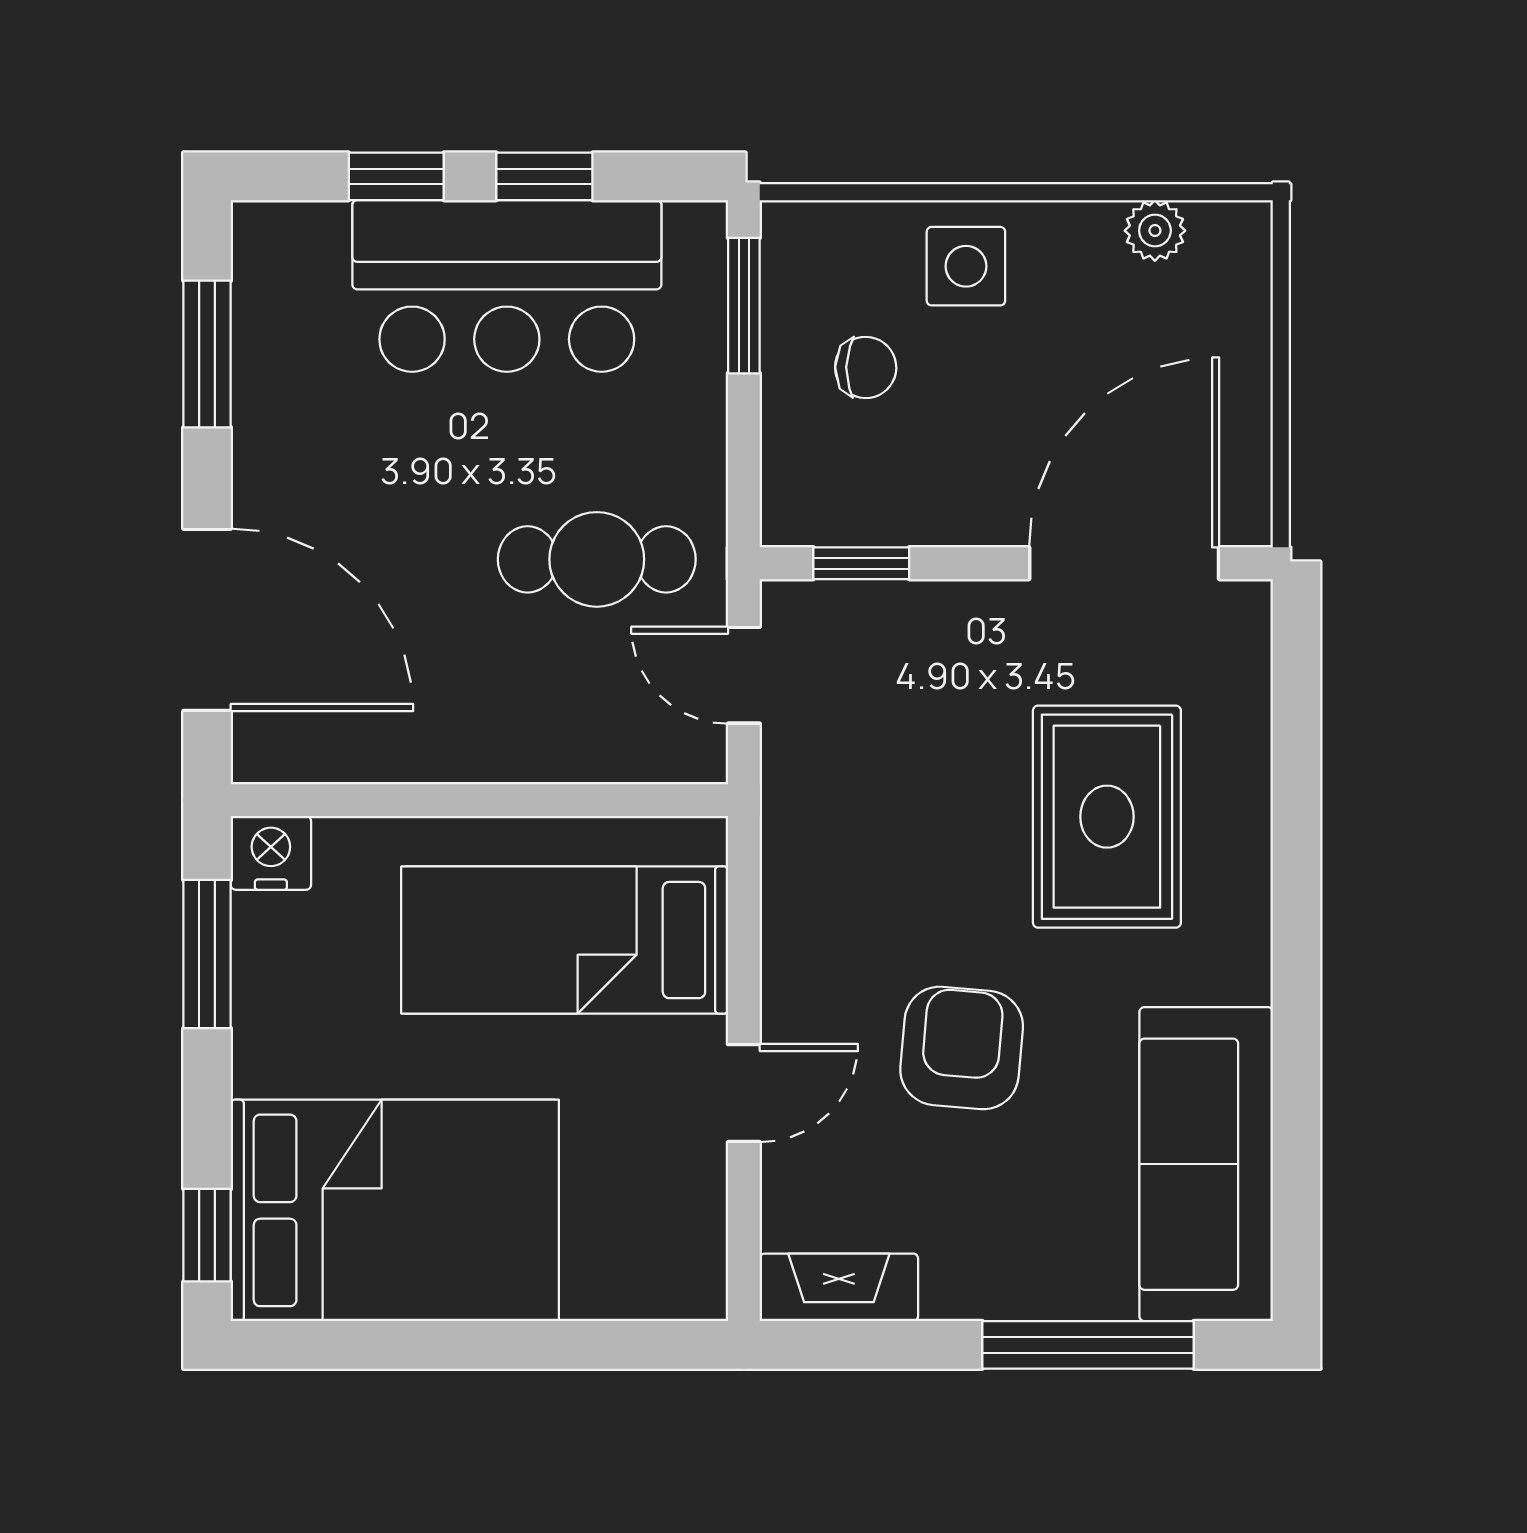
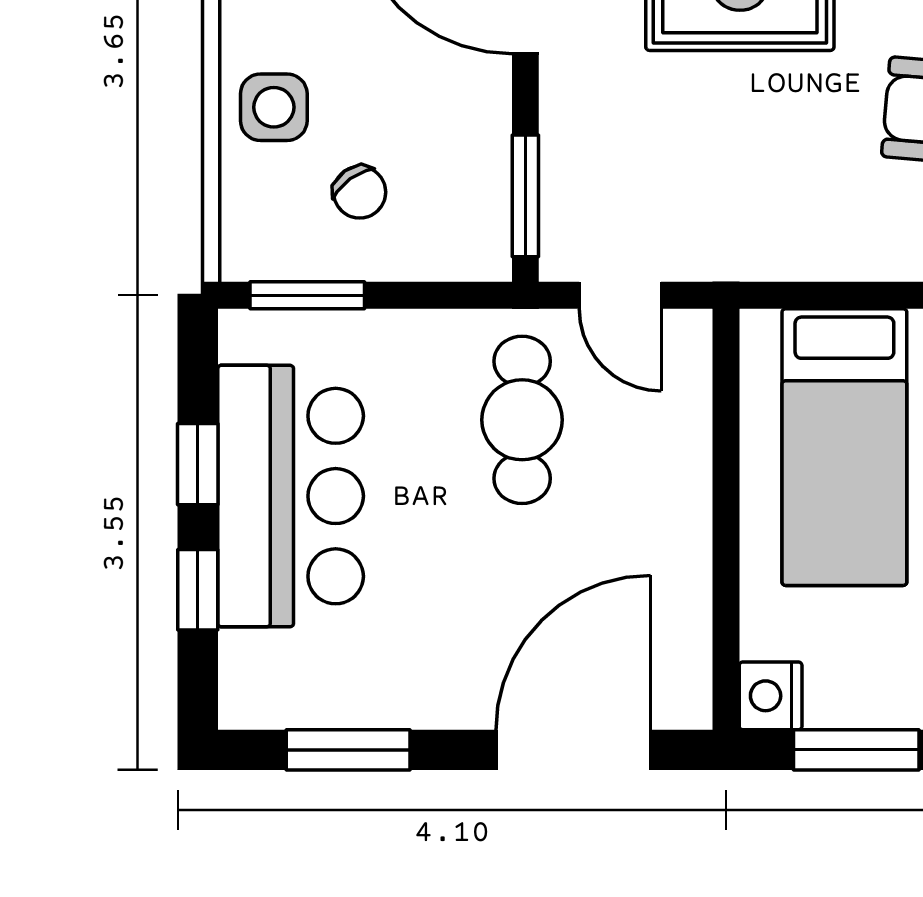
chair: (866, 368) -> (360, 192), turned 143
window: (861, 563) -> (525, 196), width x1.50
door: (744, 675) -> (620, 295), hinge flipped

